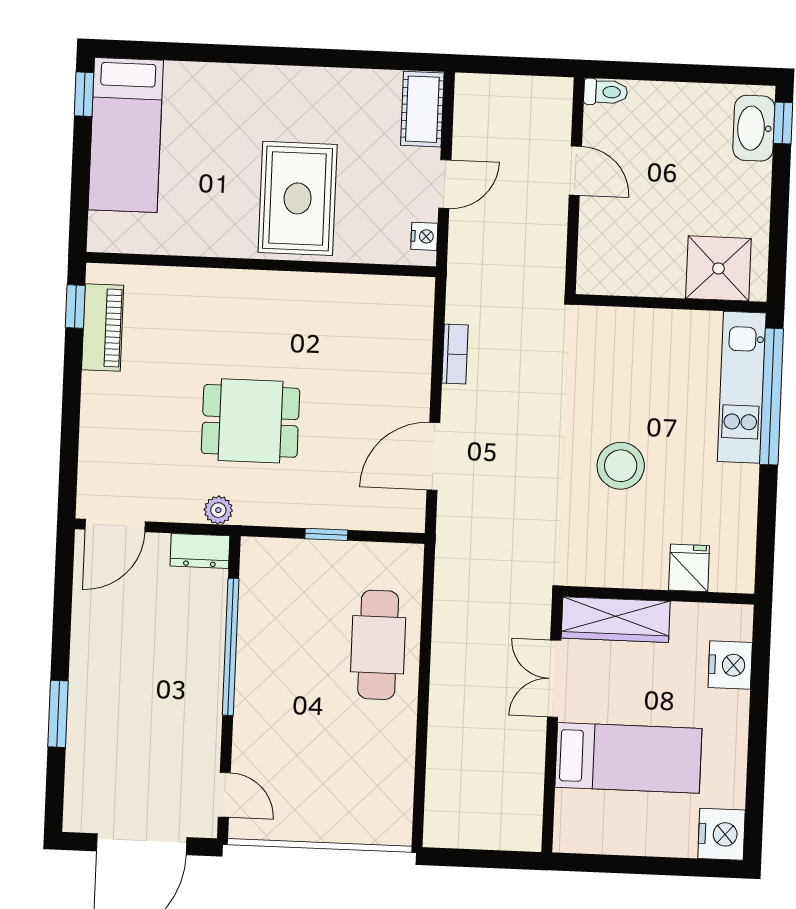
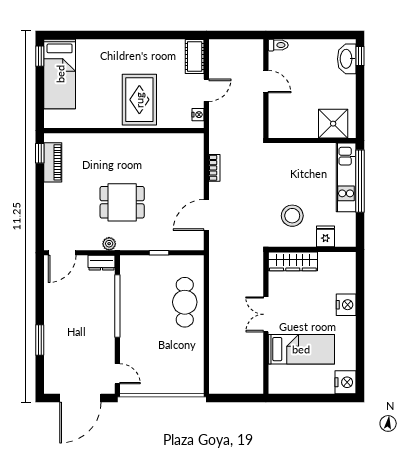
fridge: (689, 568) -> (325, 236), moved
wall: (659, 595) -> (312, 249), moved
wardrobe: (616, 620) -> (293, 261), moved

